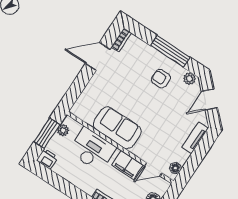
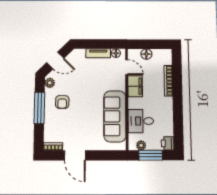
sofa: (117, 128) -> (115, 116), width x1.36
tv unit: (195, 138) -> (98, 53), moved
desk: (92, 150) -> (141, 121), width x0.73

